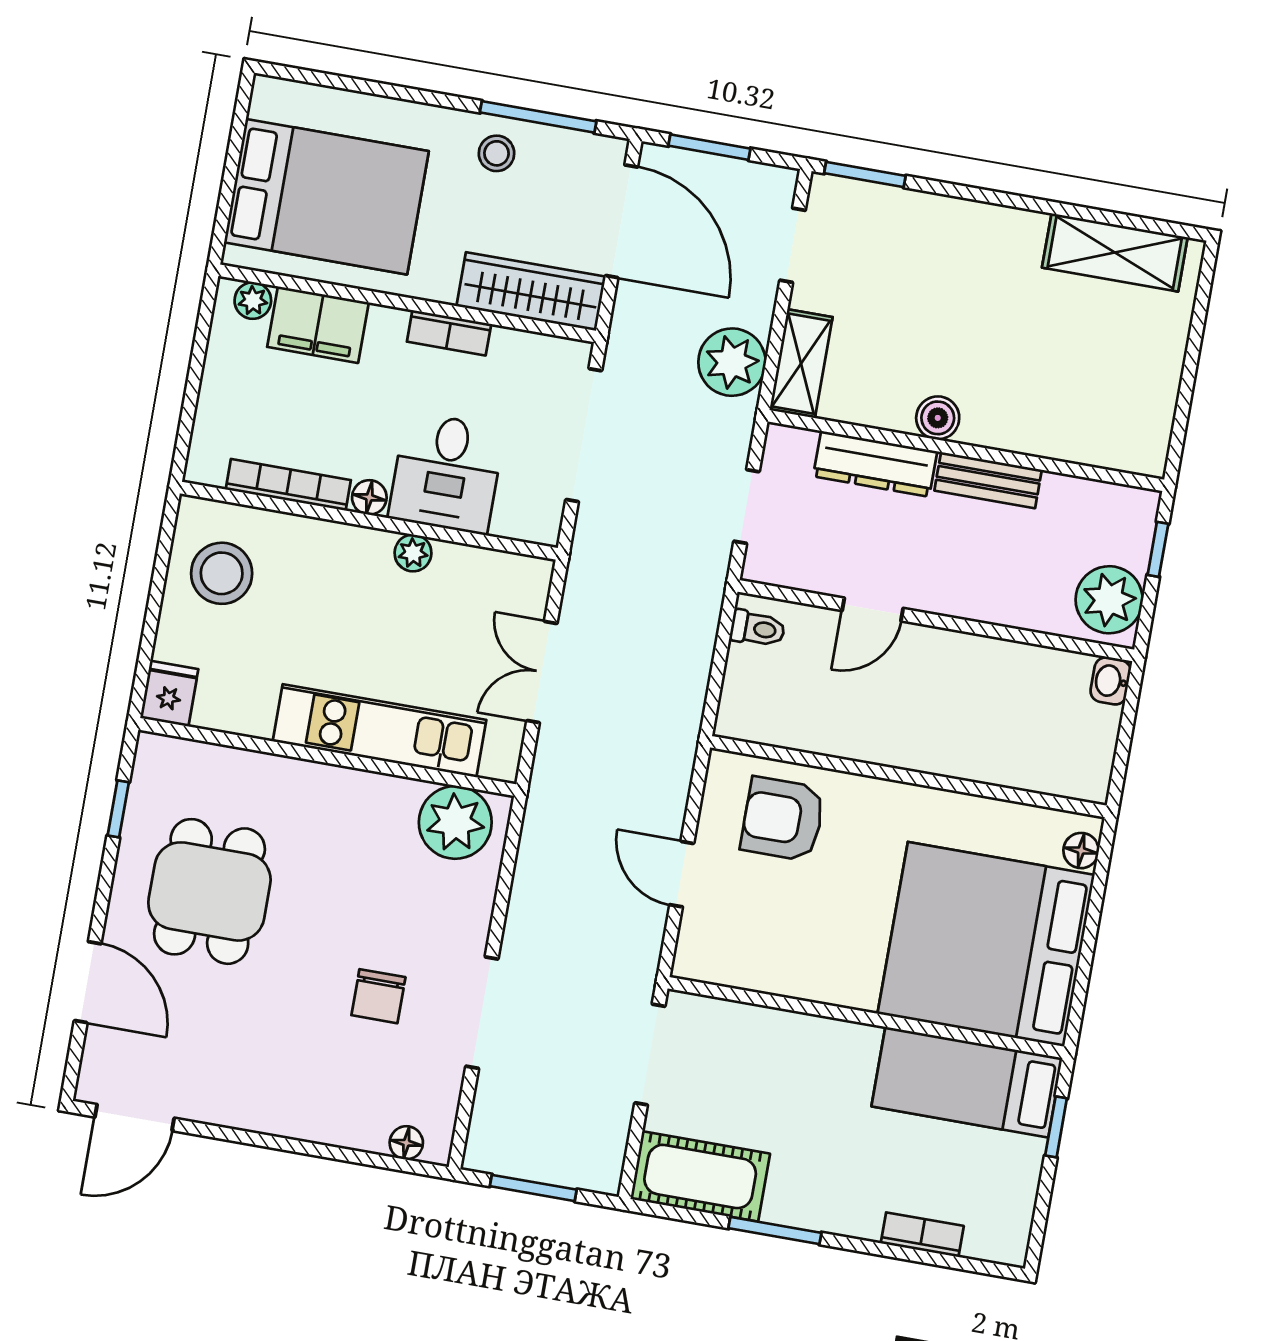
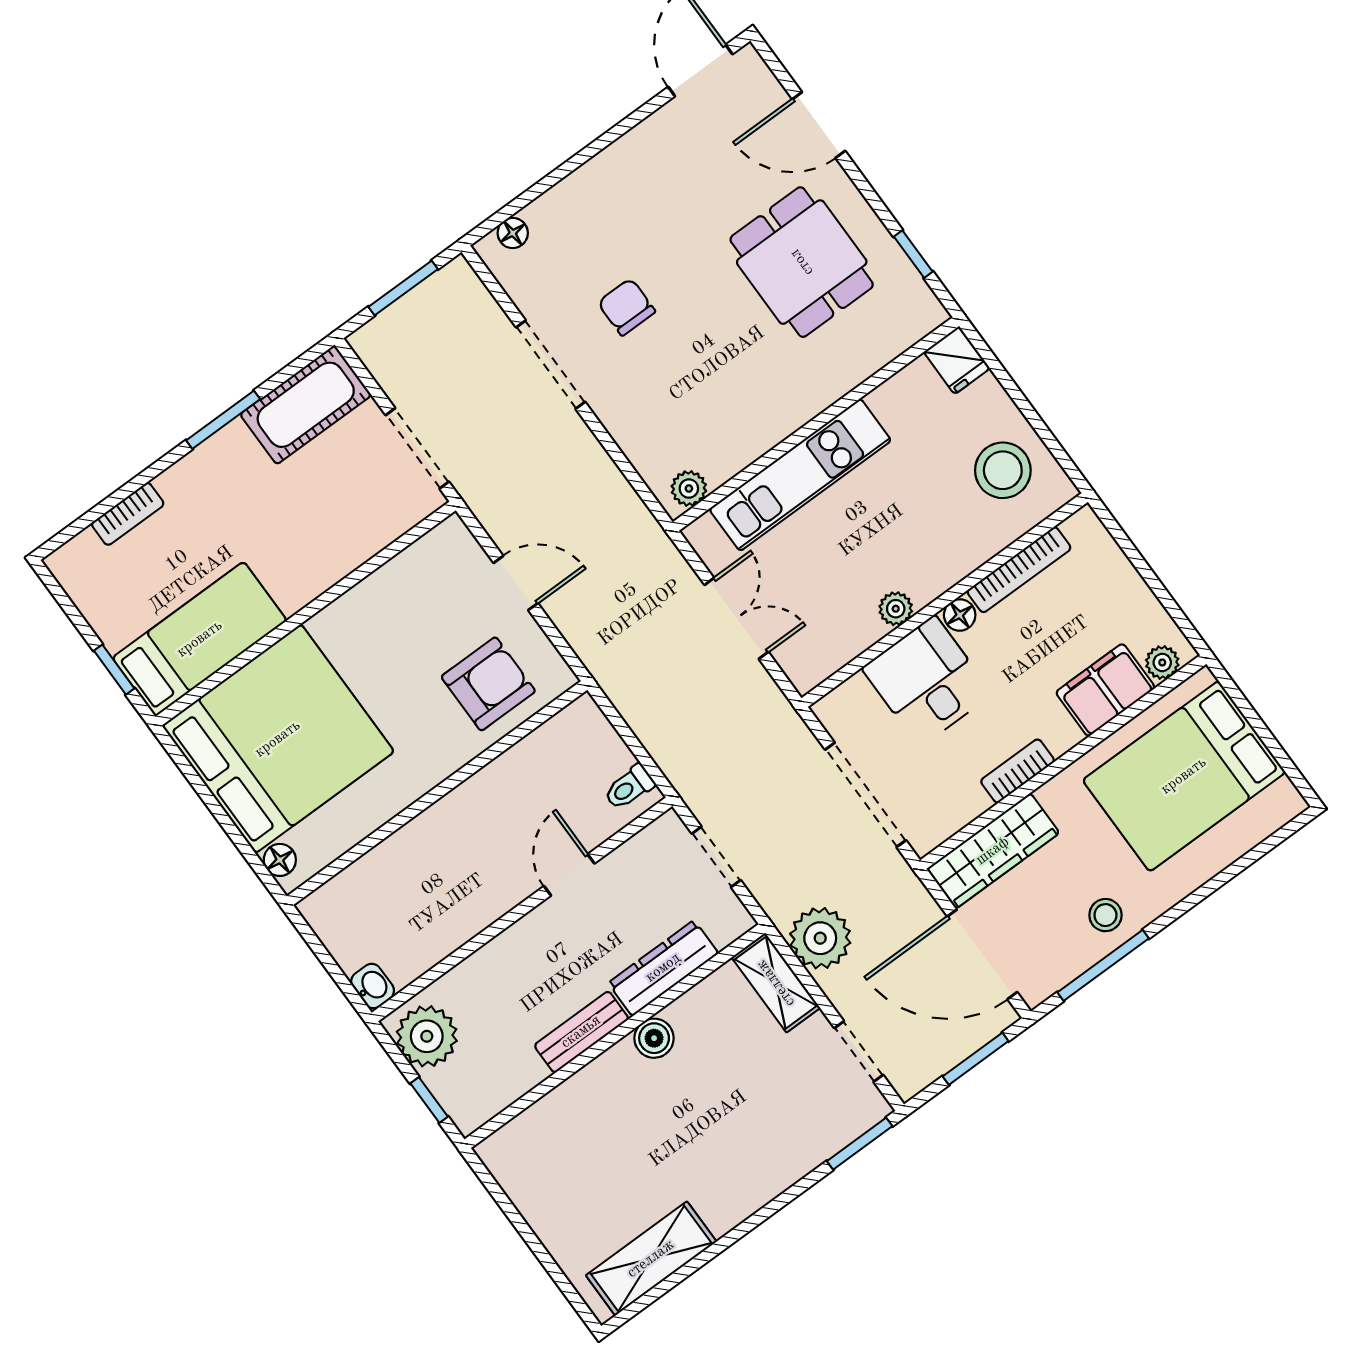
plant: (455, 822) -> (689, 489), width x0.53, depth x0.53

